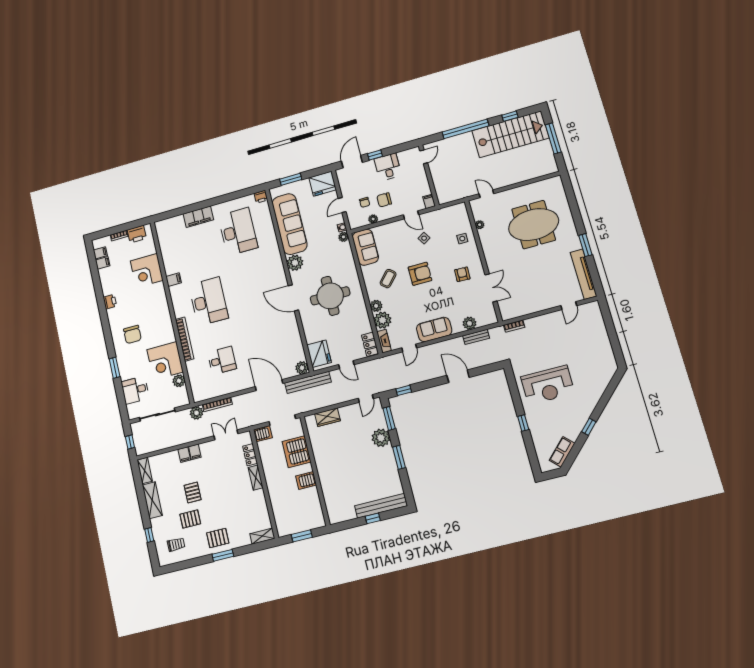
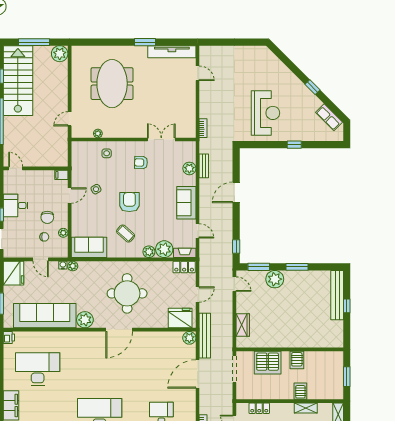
plant: (549, 166) -> (60, 54), added
server rack: (263, 434) -> (300, 391), moved
shelving: (256, 478) -> (306, 408), moved

